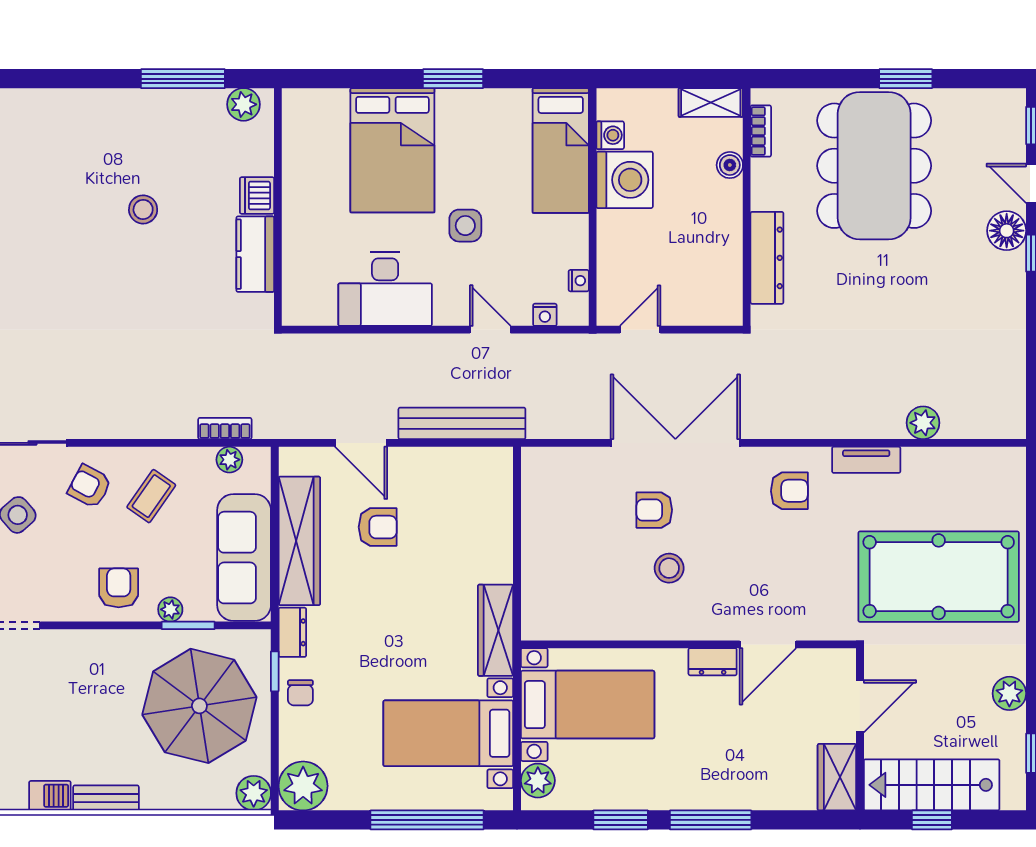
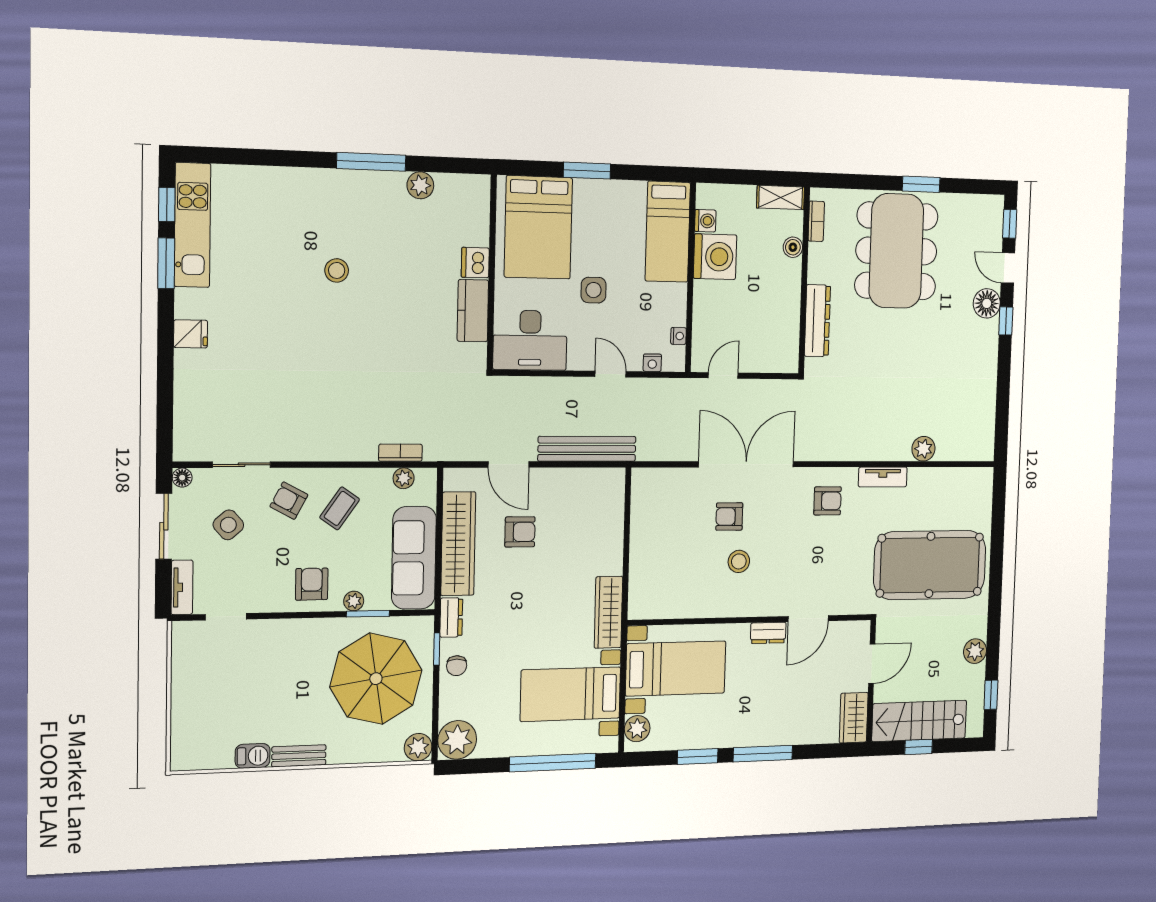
dishwasher: (257, 196) -> (475, 263), moved
wall: (278, 207) -> (492, 272), moved
kitchen counter: (255, 254) -> (473, 311), moved

